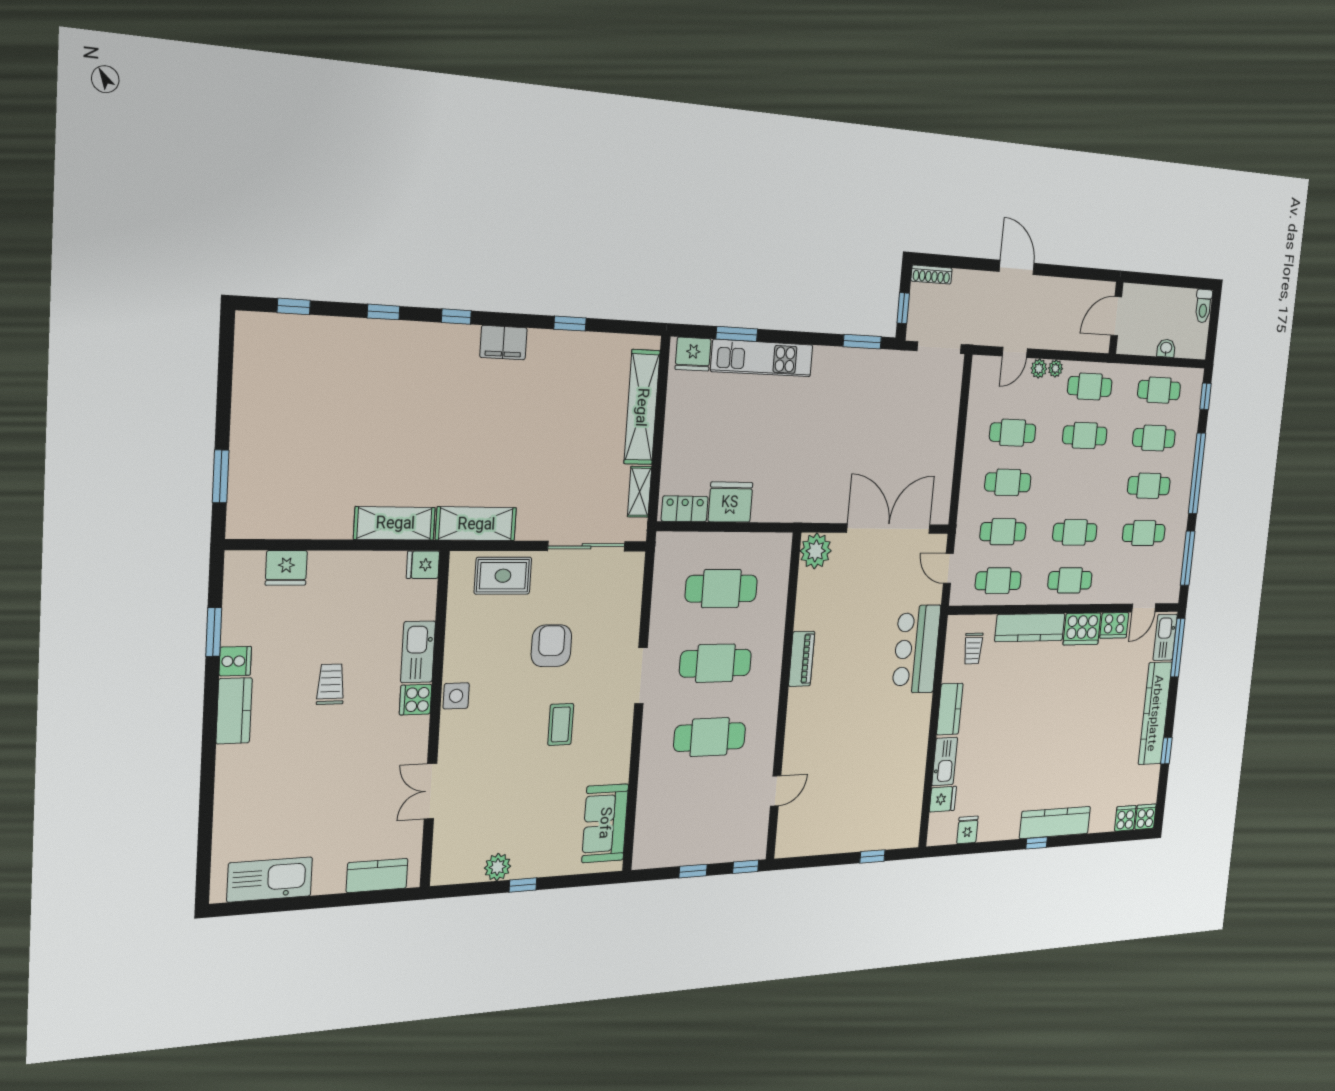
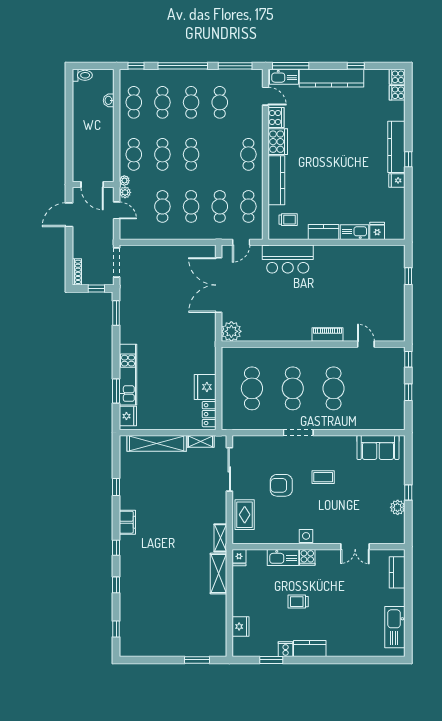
door: (1116, 316) -> (92, 185), moved
wall: (1116, 318) -> (93, 185), moved
shelving: (476, 524) -> (220, 538), width x0.67, depth x0.75
cafe table: (1075, 532) -> (191, 154), moved
piano: (802, 659) -> (328, 335), moved
fridge: (967, 830) -> (397, 180), moved

